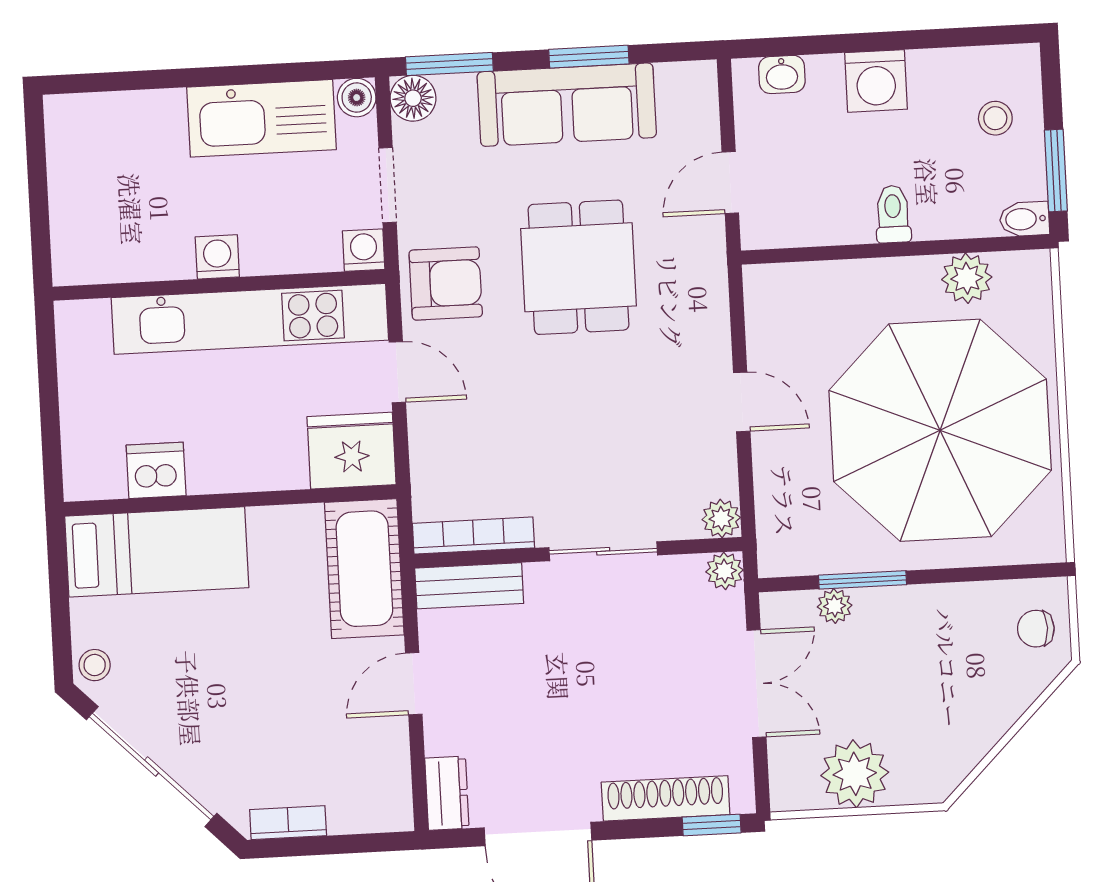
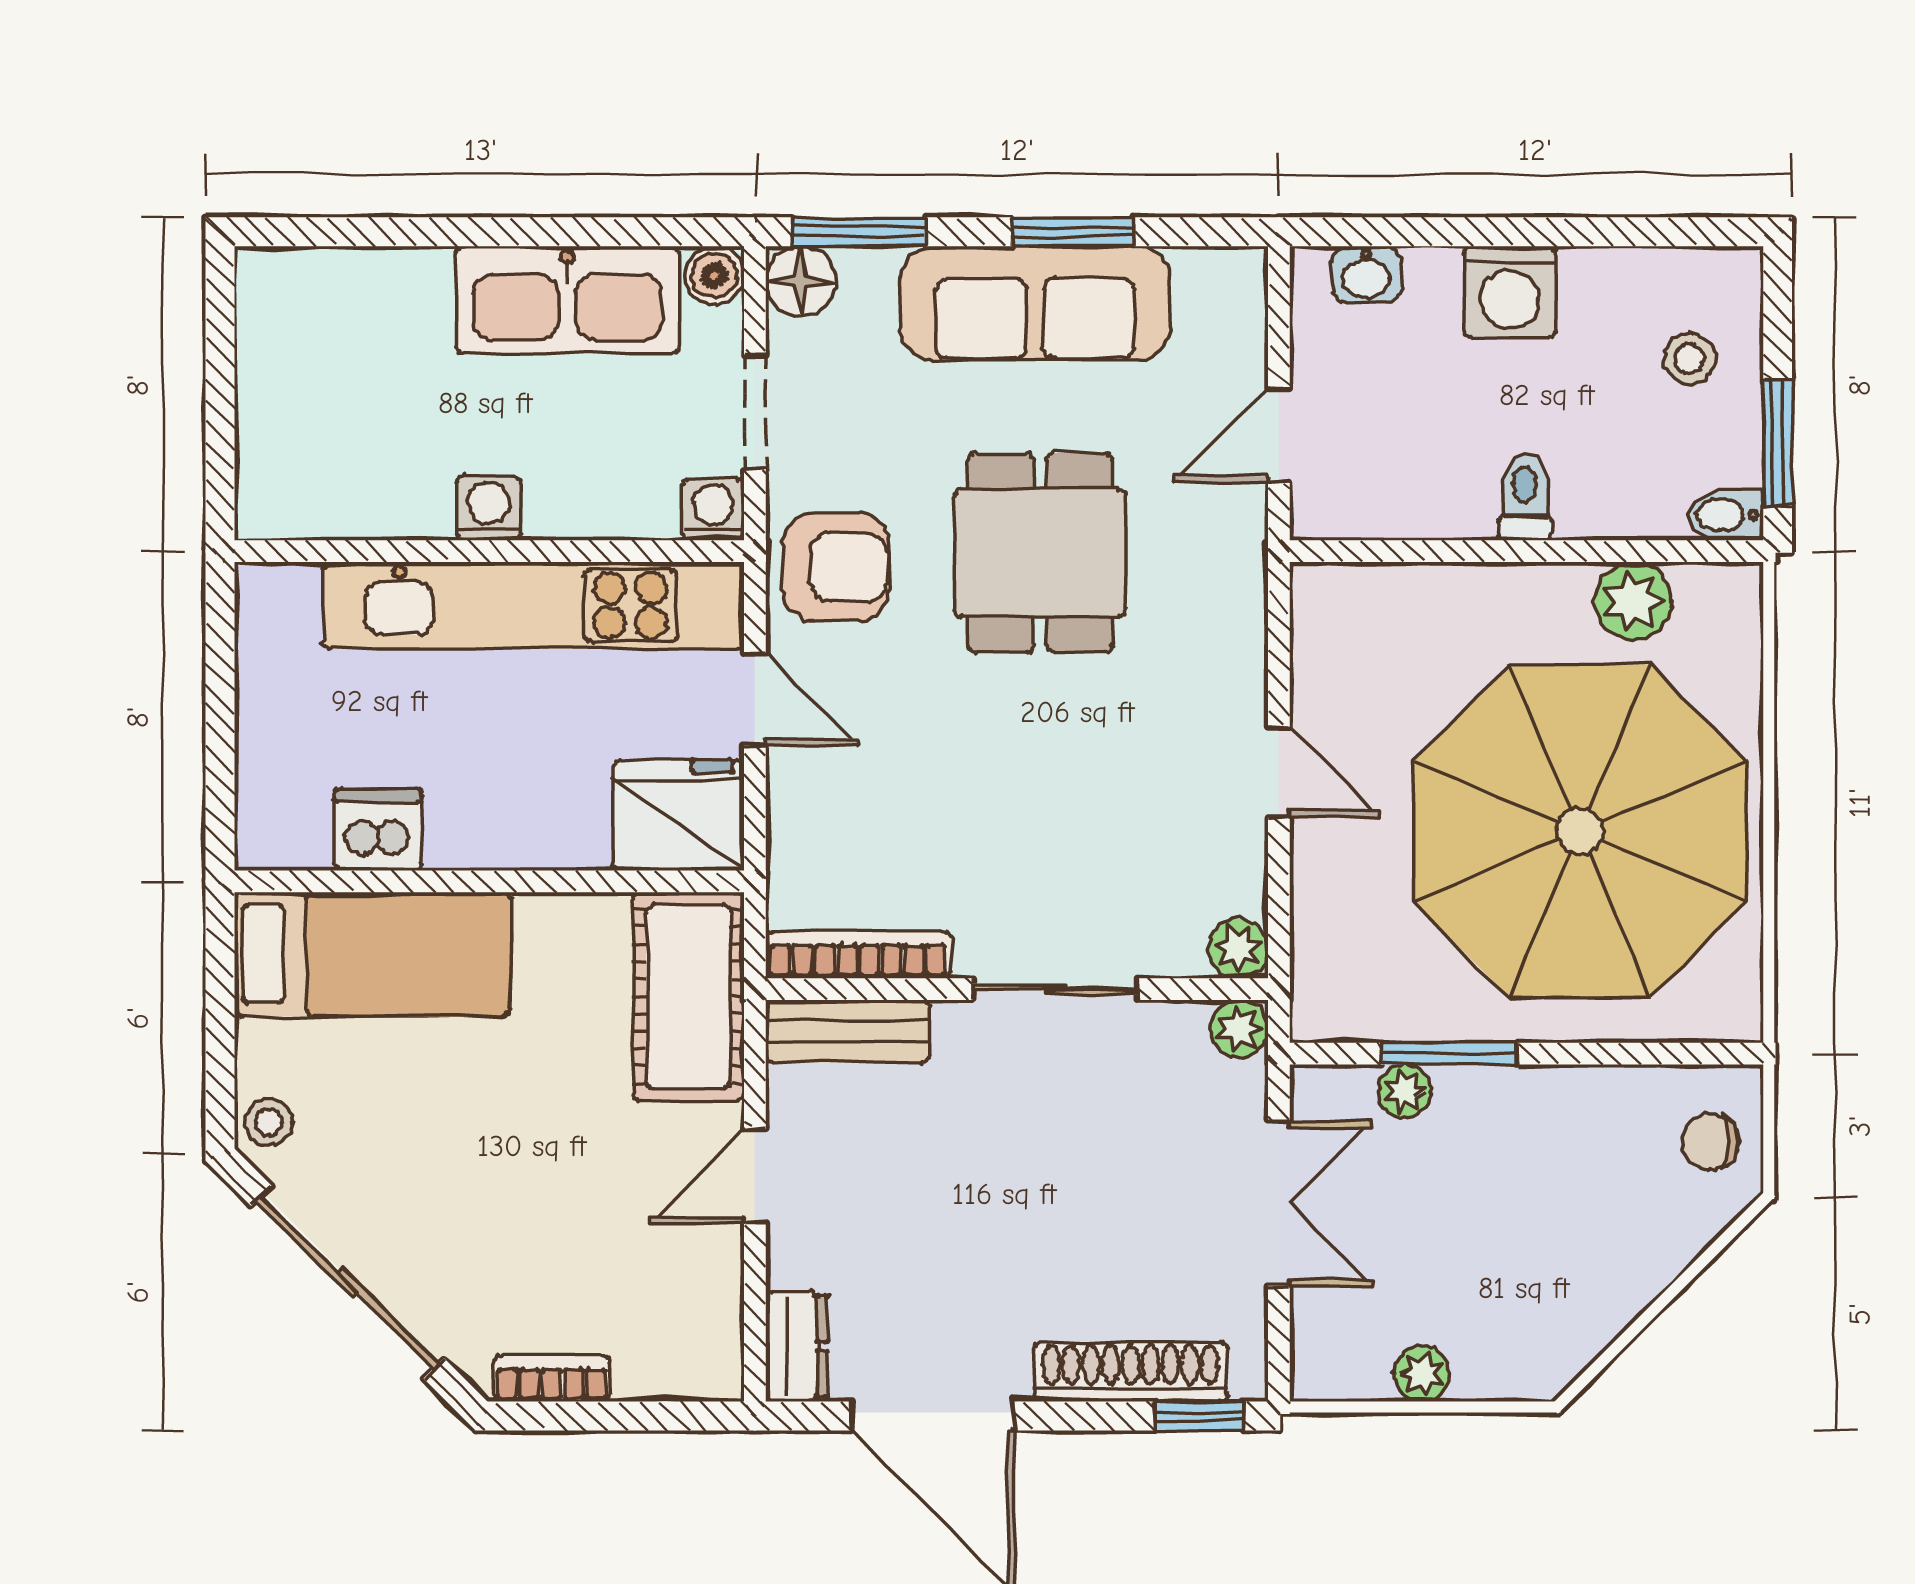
plant: (855, 774) -> (1422, 1374), width x0.53, depth x0.53

